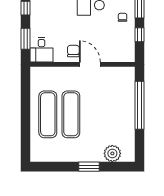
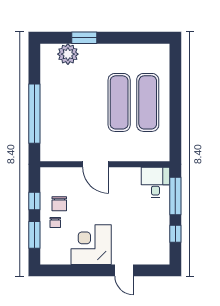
window: (25, 39) -> (175, 196), width x1.44
chair: (73, 51) -> (59, 204), moved
window: (89, 167) -> (84, 38), moved

